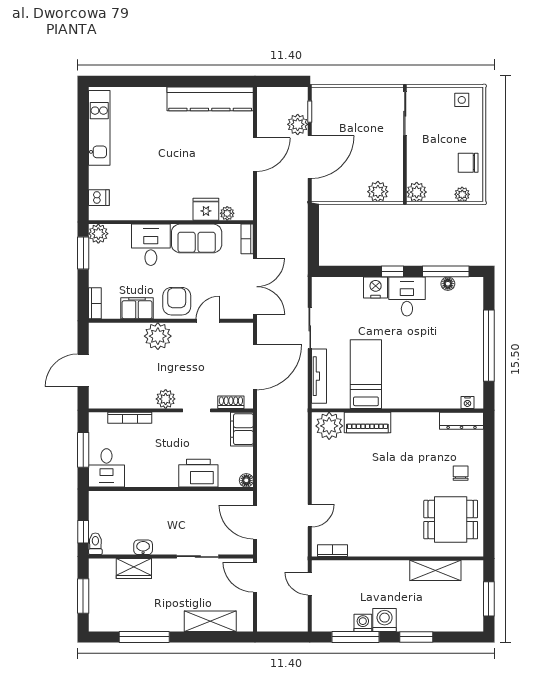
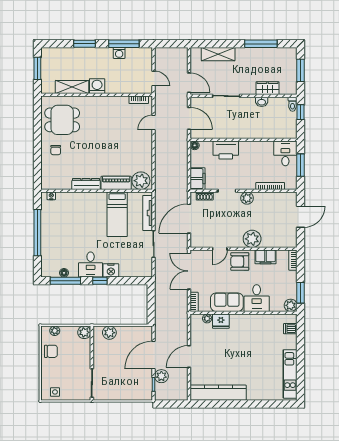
armchair: (177, 301) -> (240, 262), turned 90
dresser: (462, 421) -> (86, 184), moved
washing machine: (385, 620) -> (97, 86), moved, turned 180

